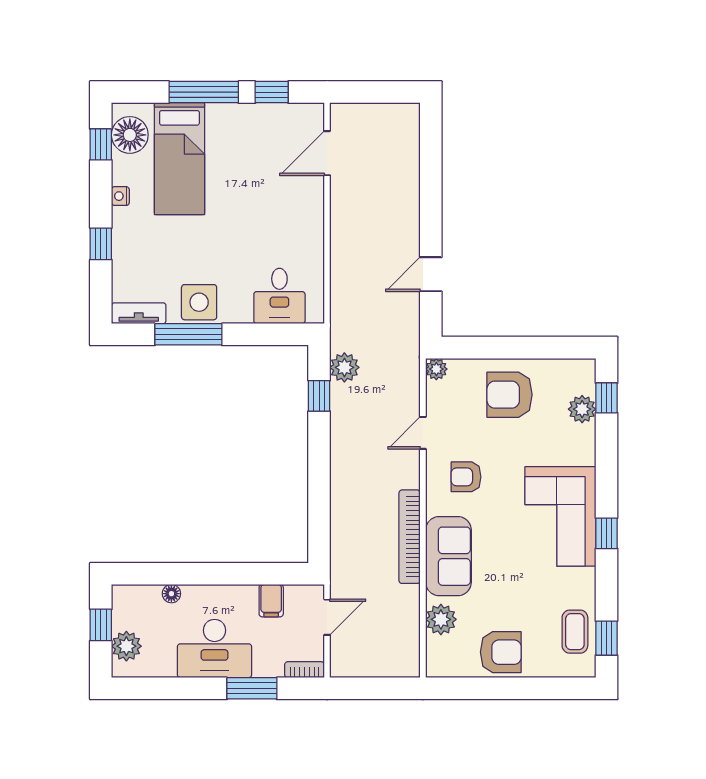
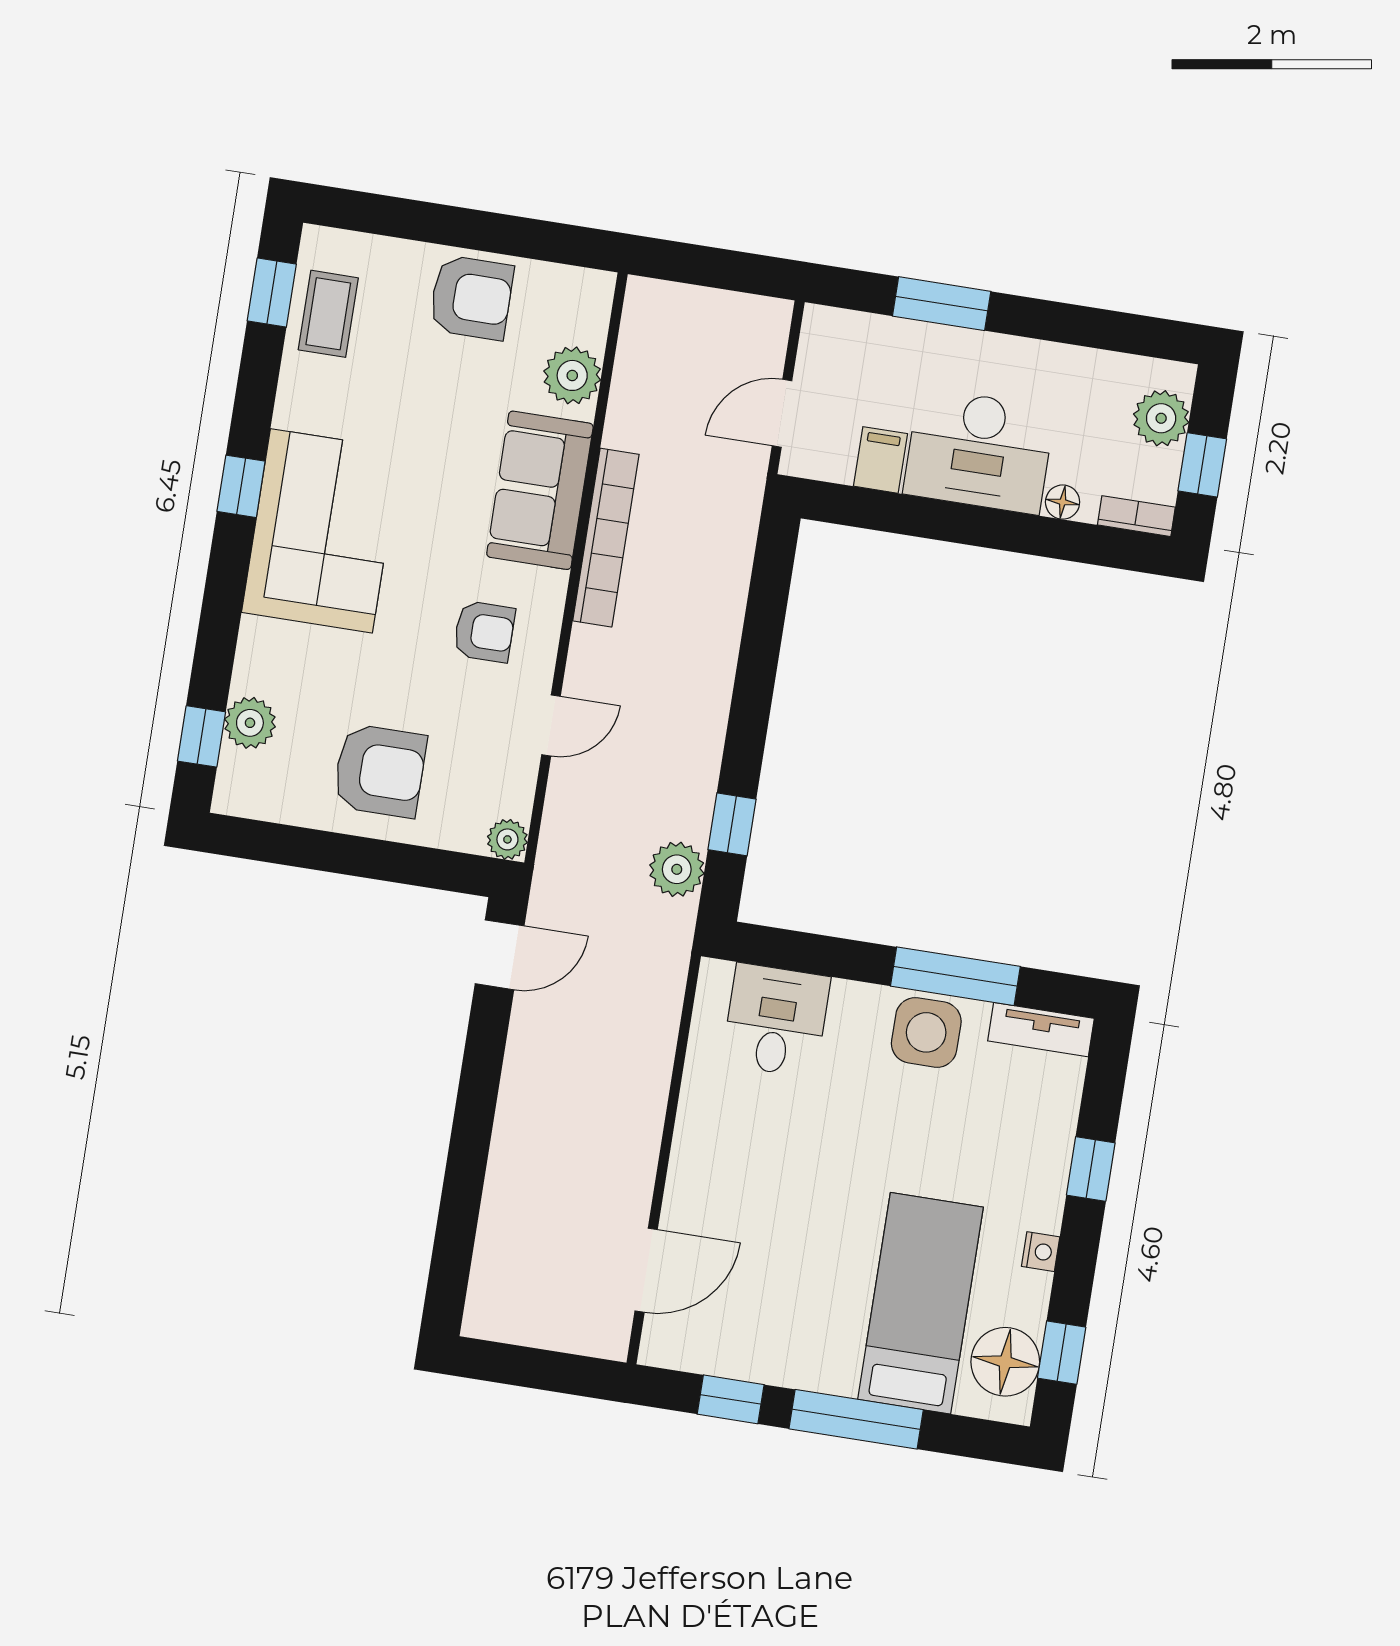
door: (431, 274) -> (500, 955), moved
desk: (214, 649) -> (979, 451), moved, turned 180
armchair: (501, 652) -> (471, 298), turned 180
bookcase: (305, 670) -> (1136, 516), moved, turned 180

